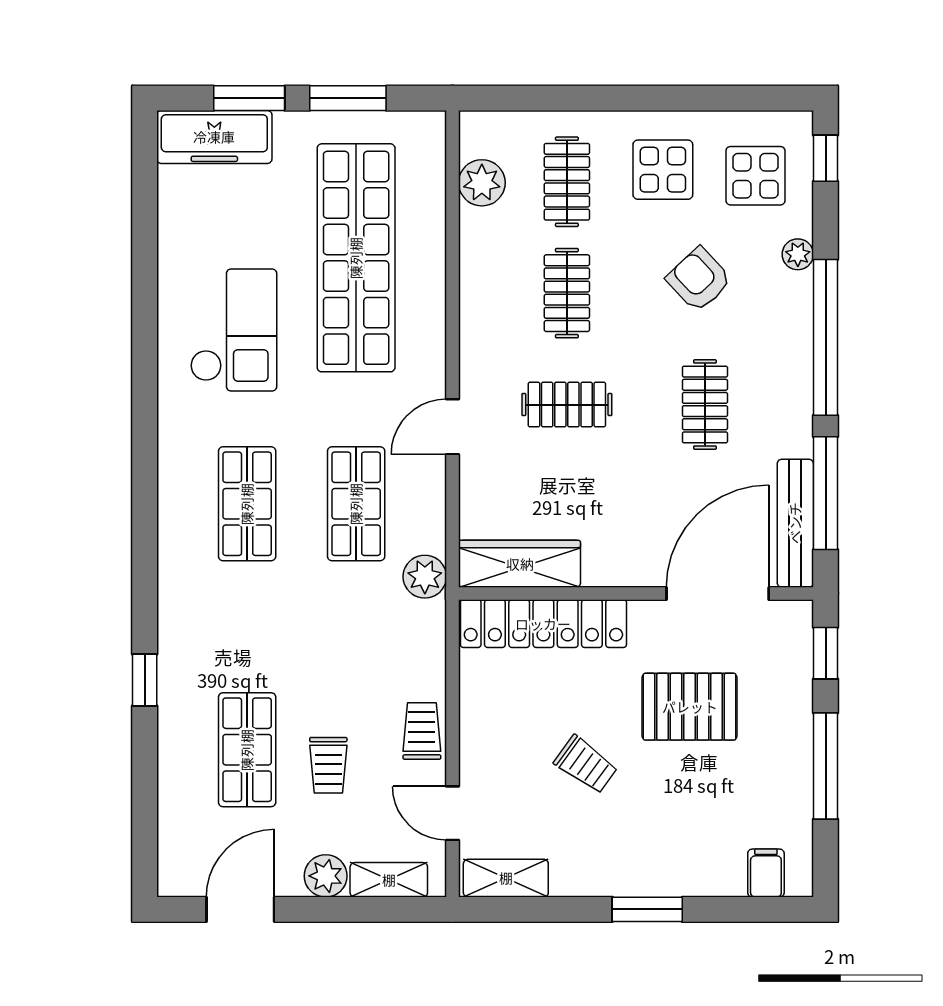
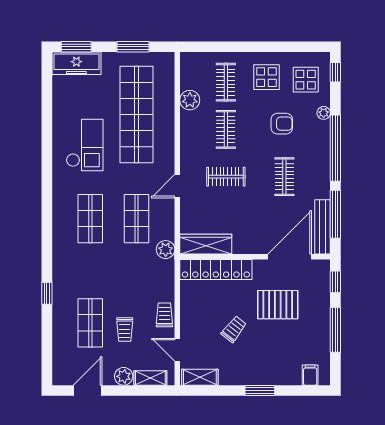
window: (249, 98) -> (76, 47), moved
plant: (482, 183) -> (190, 100), moved
armchair: (699, 280) -> (282, 124), turned 133
trolley: (586, 765) -> (234, 329), turned -88

